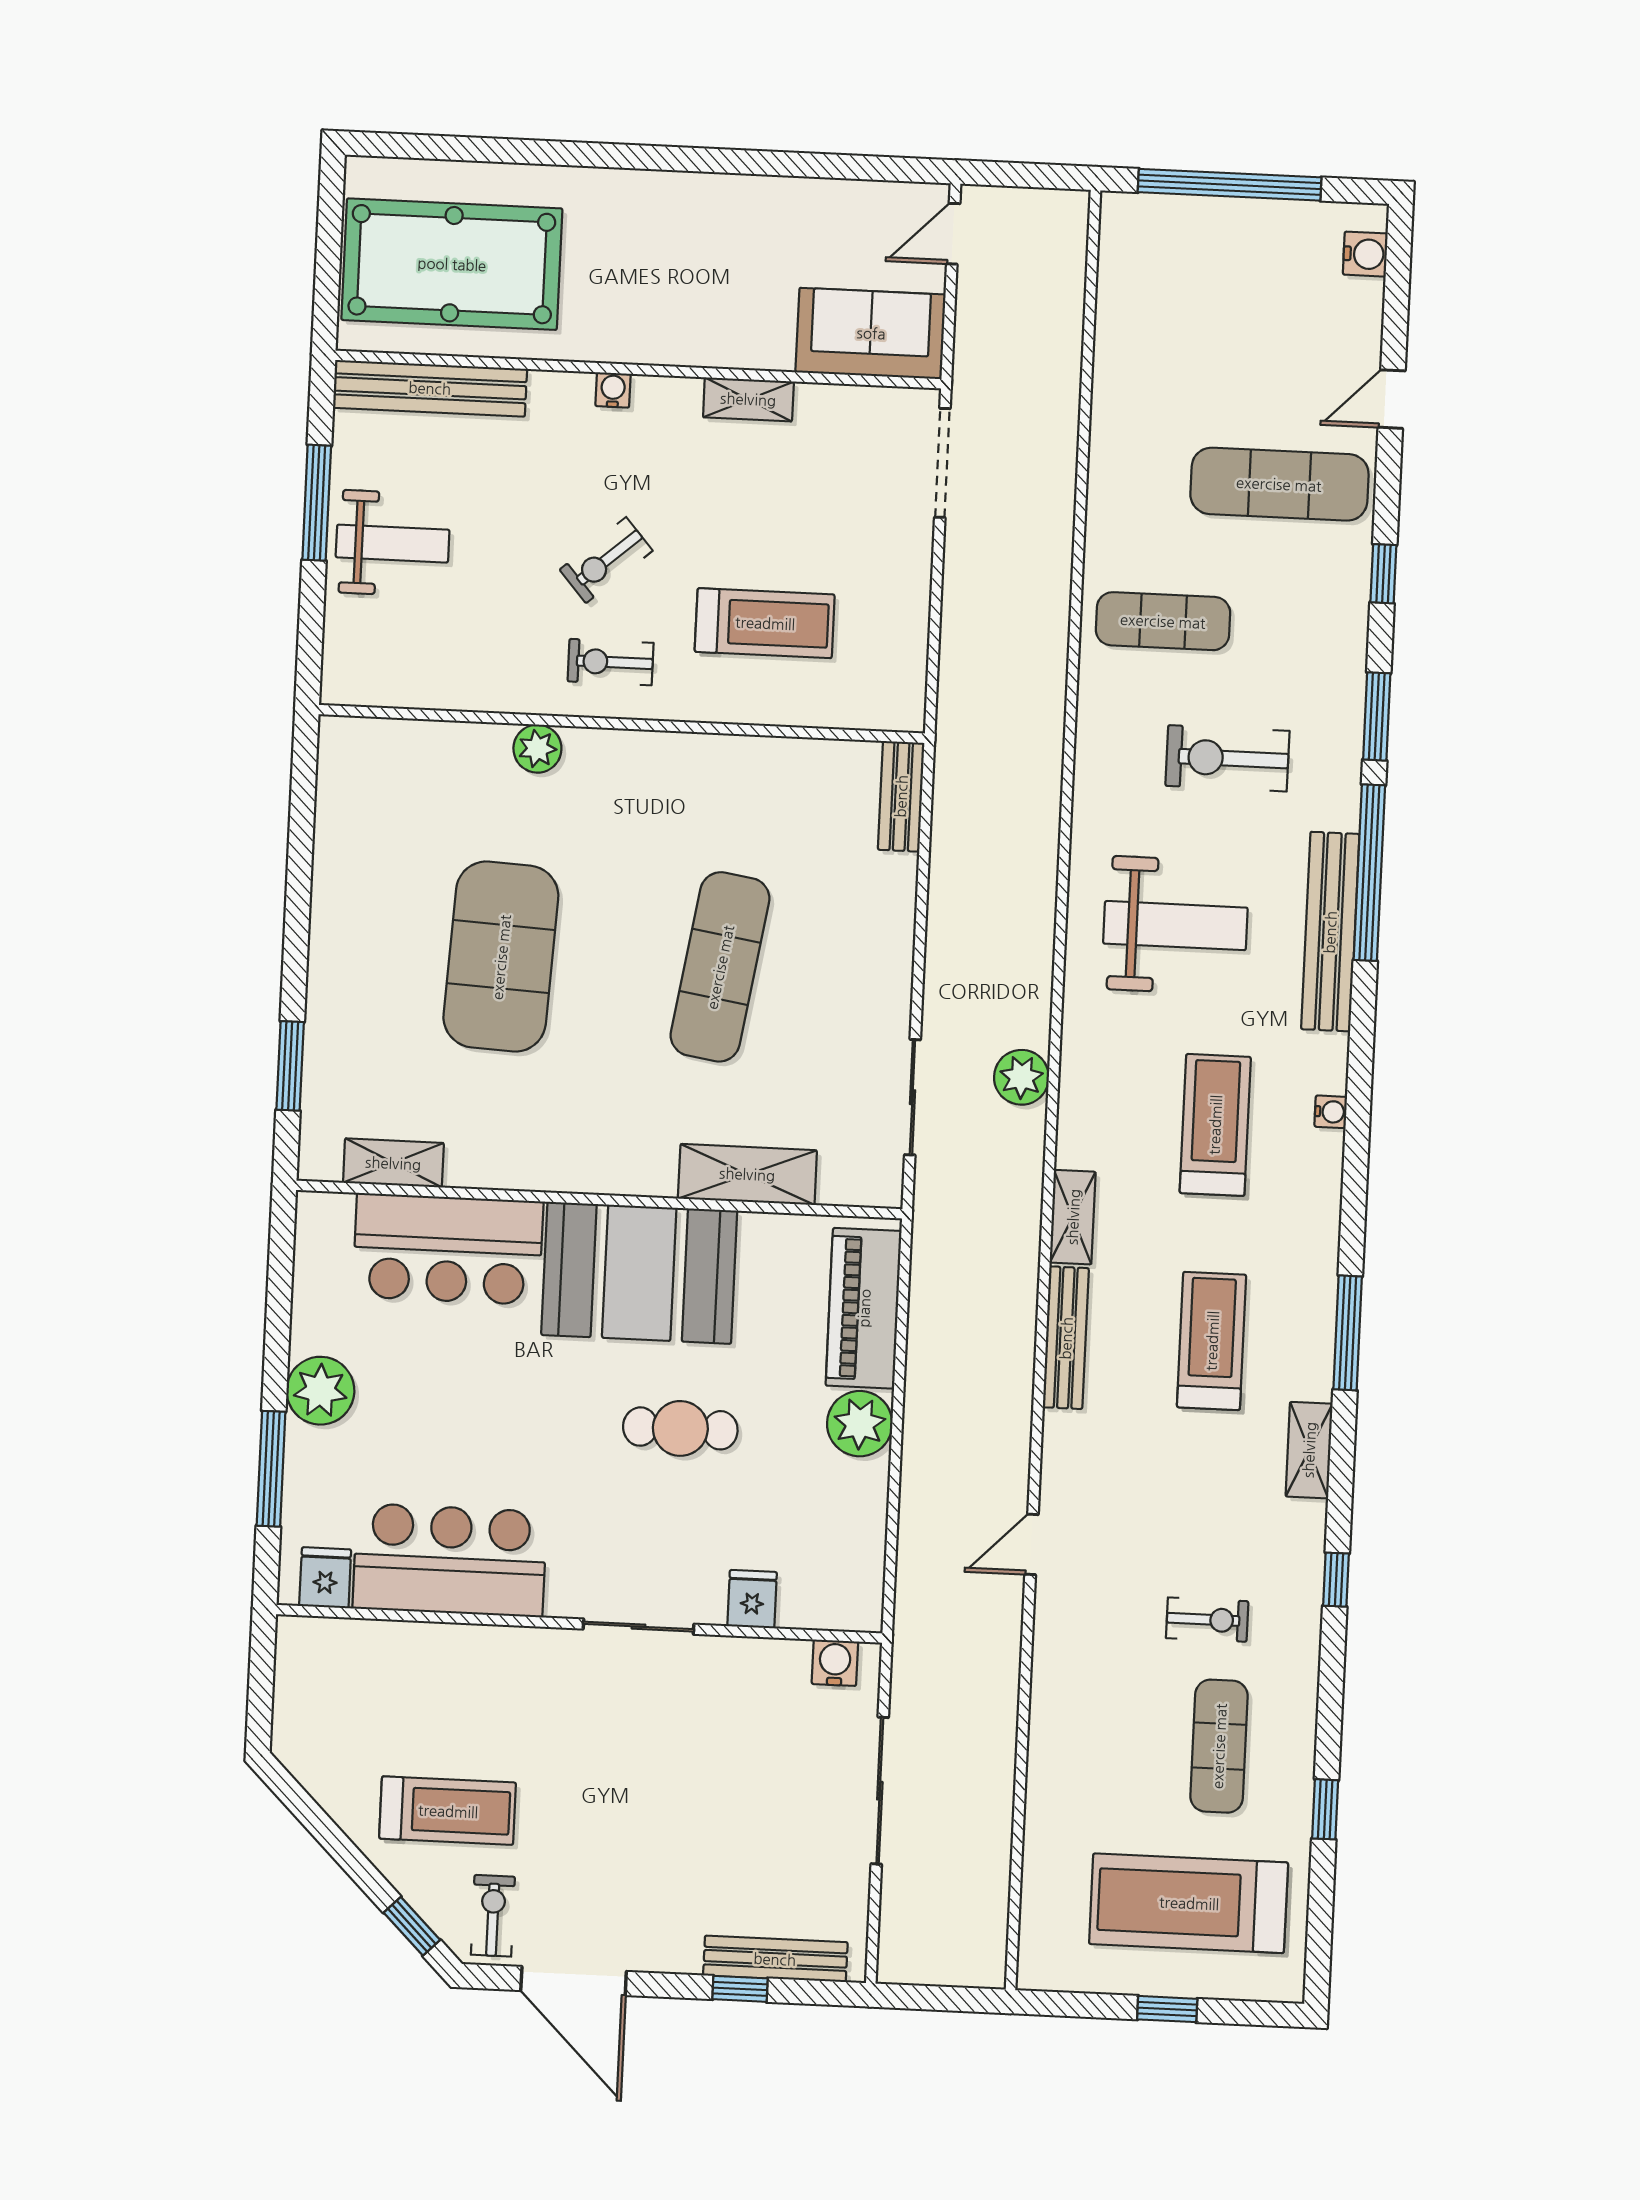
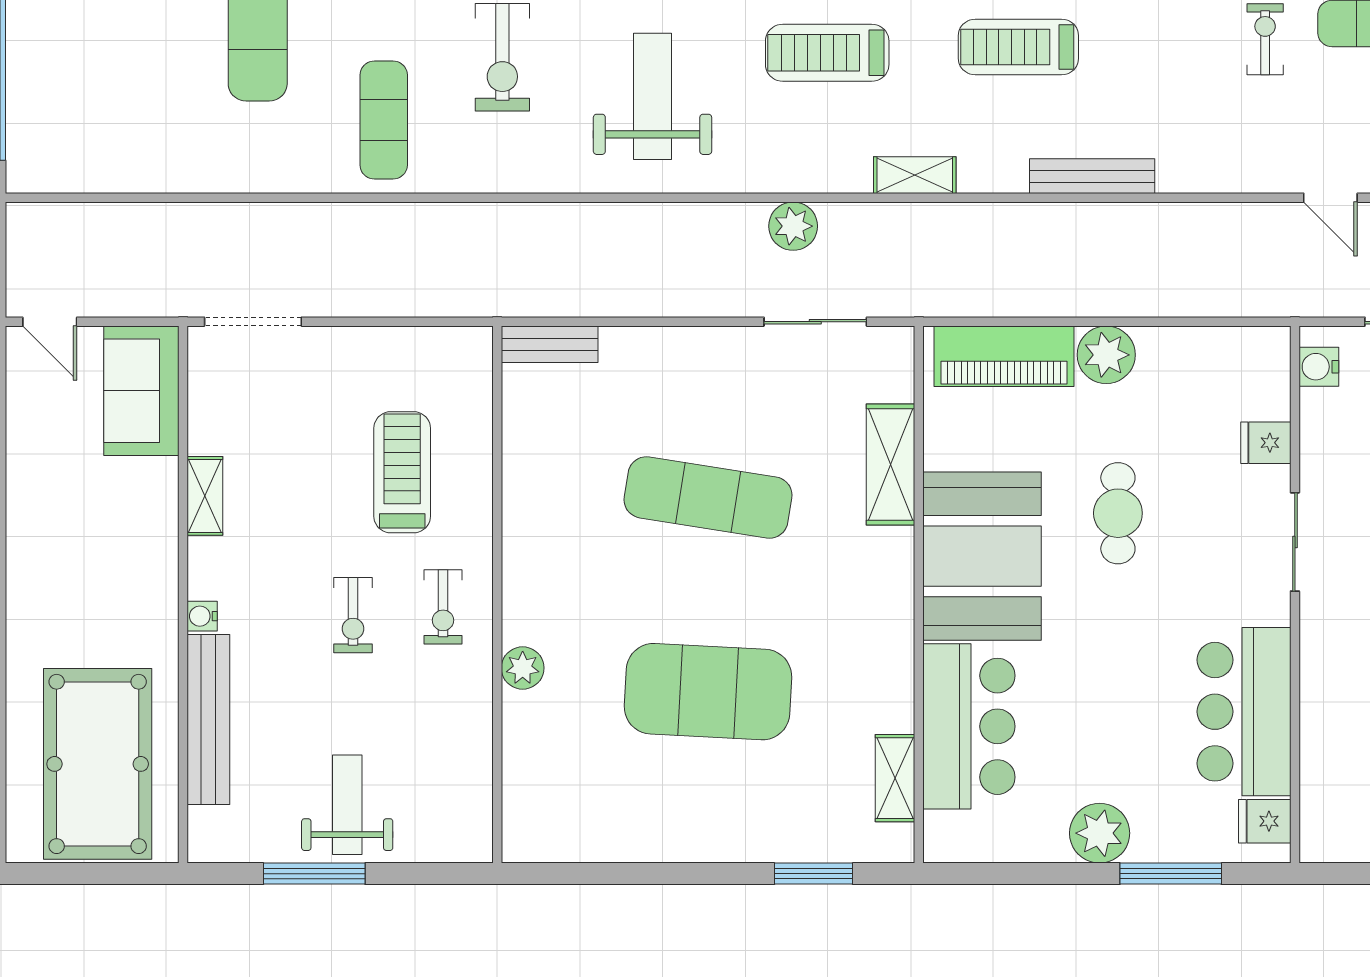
bench: (430, 388) -> (208, 720), moved
exercise bike: (606, 560) -> (353, 615), turned 41
bench: (1066, 1338) -> (1092, 176), moved
door: (1032, 1544) -> (1330, 198), moved

